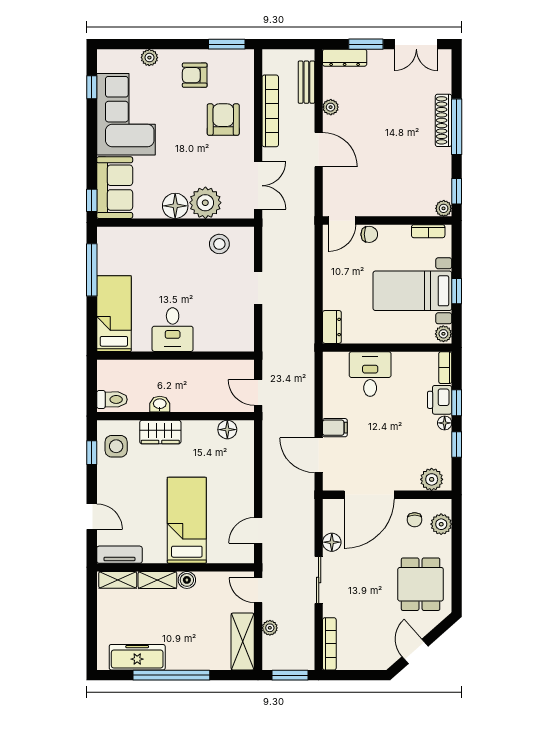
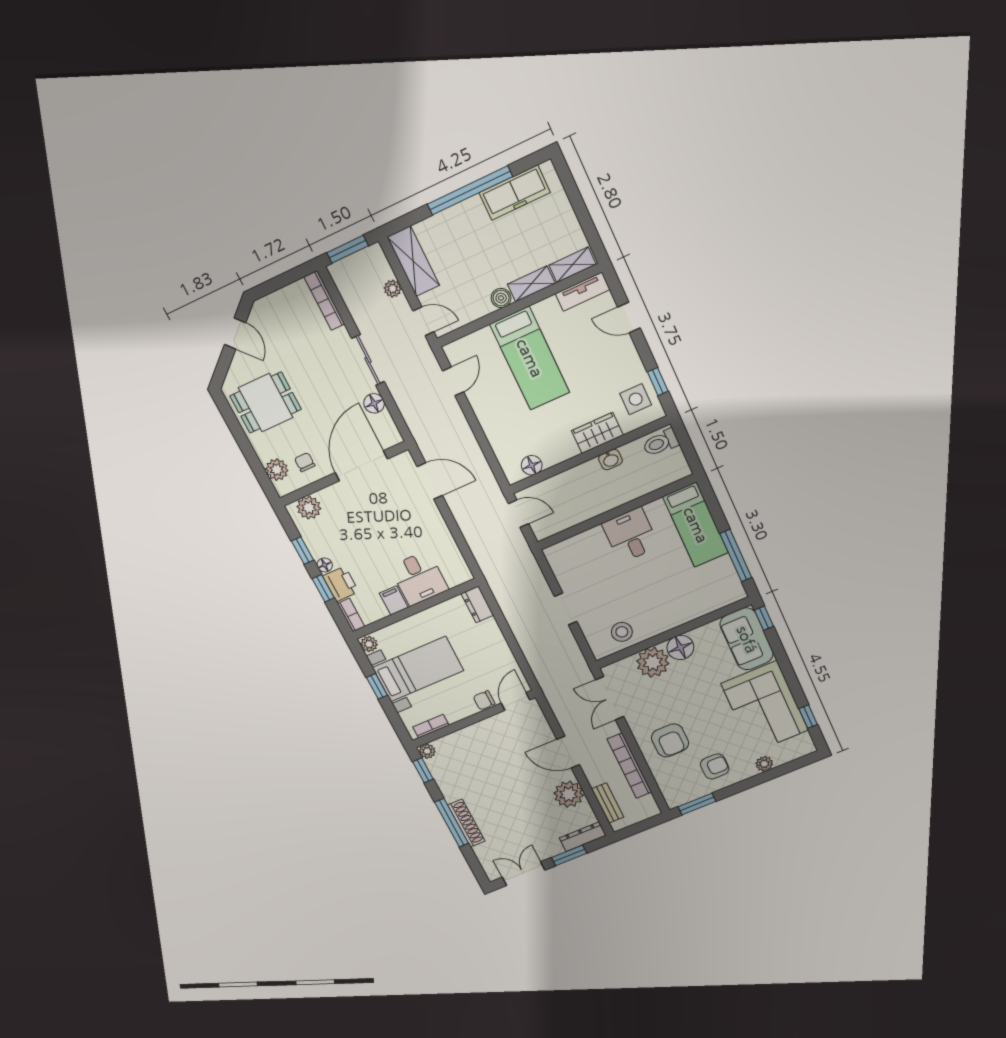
plant: (331, 107) -> (569, 794), width x1.88, depth x1.88
filing cabinet: (335, 428) -> (394, 600), moved, turned 90
dining table: (421, 584) -> (266, 403), turned 90

